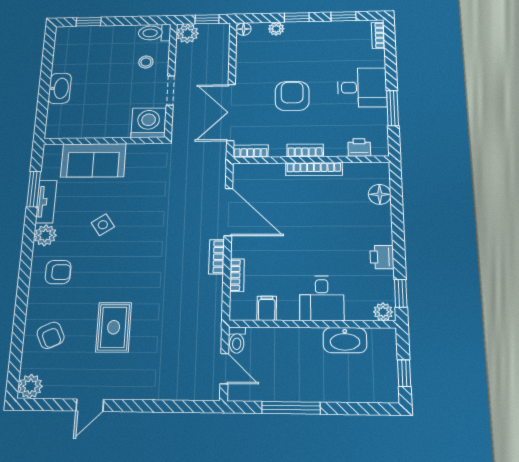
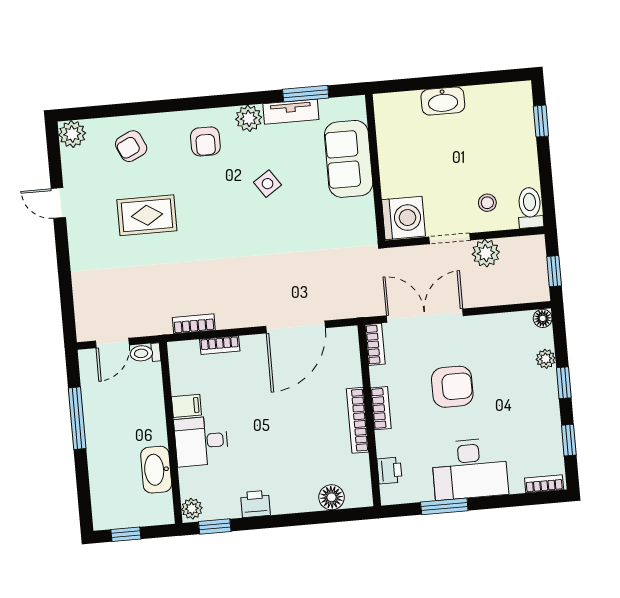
plant: (187, 34) -> (486, 253), moved
desk: (362, 87) -> (470, 469), width x1.37
bookcase: (217, 257) -> (194, 324), moved
filing cabinet: (267, 308) -> (186, 406), moved

